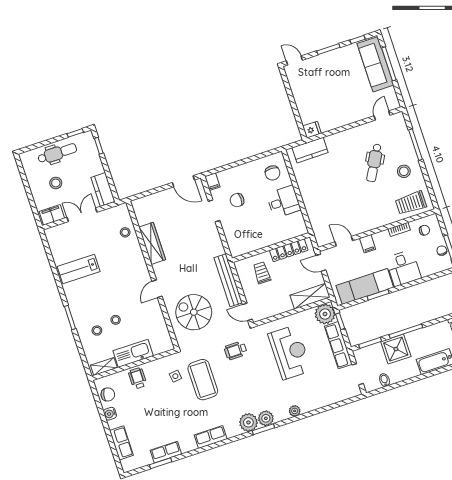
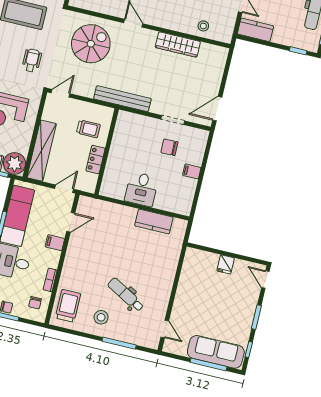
door: (294, 60) -> (265, 280), swing flipped
fridge: (312, 130) -> (226, 264), moved
kitchen counter: (310, 150) -> (154, 221), moved, turned -90
chair: (273, 173) -> (174, 195), removed
filing cabinet: (212, 182) -> (192, 171), moved
chair: (237, 200) -> (169, 147), turned -91
locker: (289, 250) -> (95, 160), width x0.66
bench: (228, 280) -> (122, 99), moved
shelving: (310, 296) -> (42, 151), width x1.47

